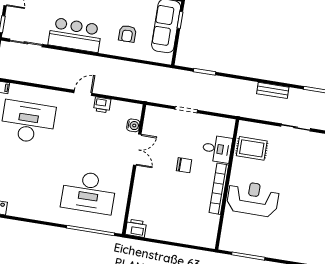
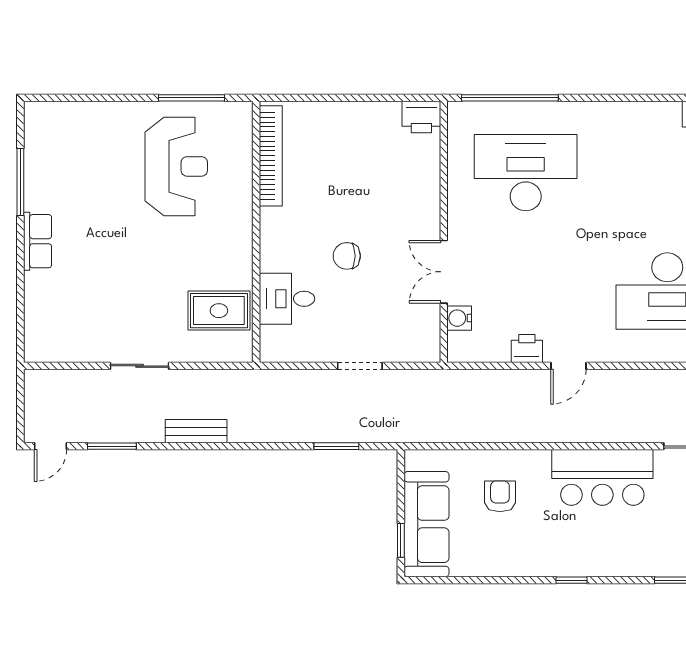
bookcase: (219, 189) -> (271, 156), moved
reception desk: (253, 199) -> (176, 166), moved, turned -90

